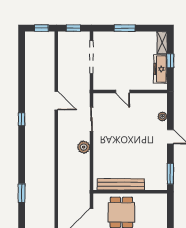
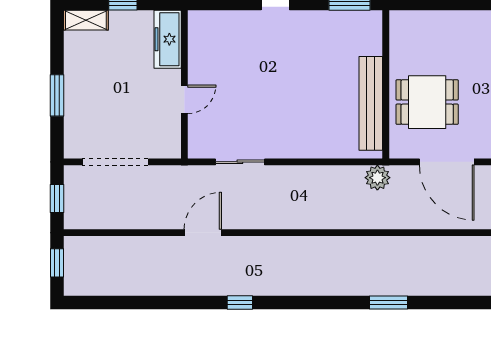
freezer: (160, 69) -> (168, 39), moved, turned 90
plant: (162, 116) -> (234, 20), removed
plant: (84, 147) -> (377, 178), moved

